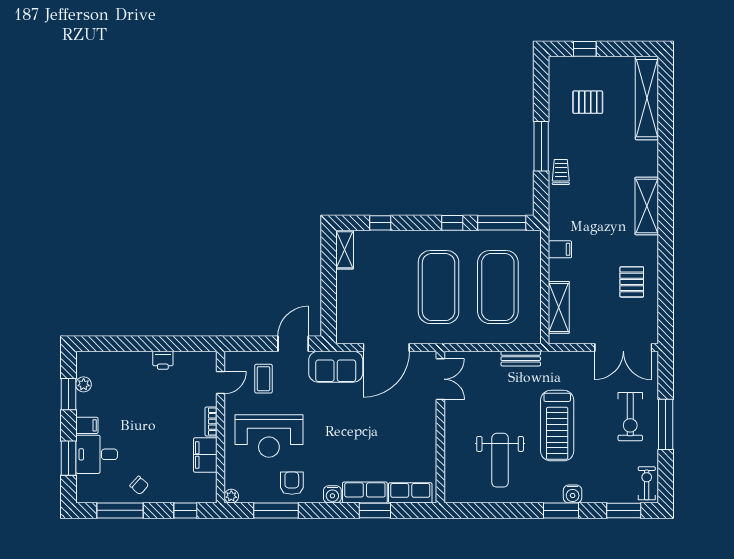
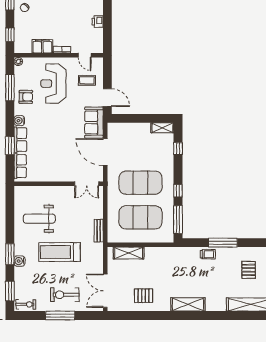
filing cabinet: (560, 249) -> (163, 254), removed

